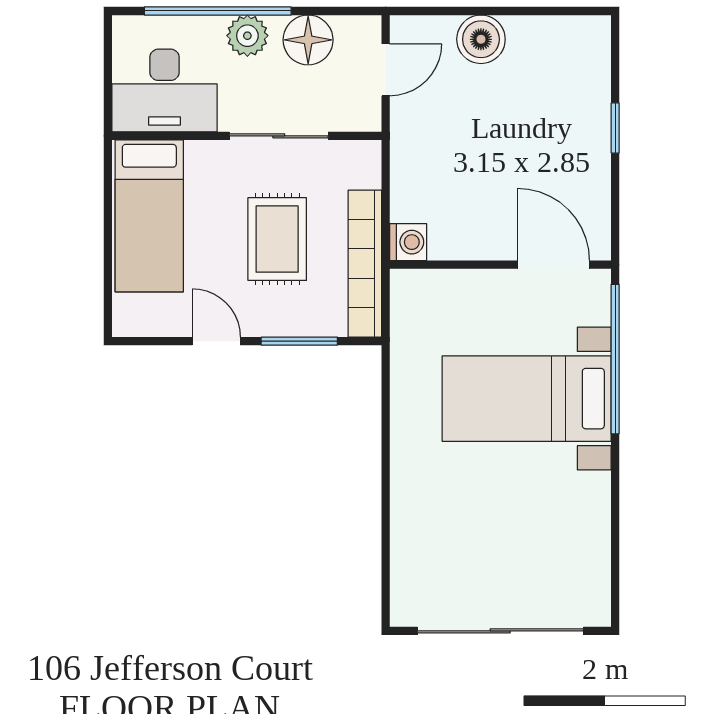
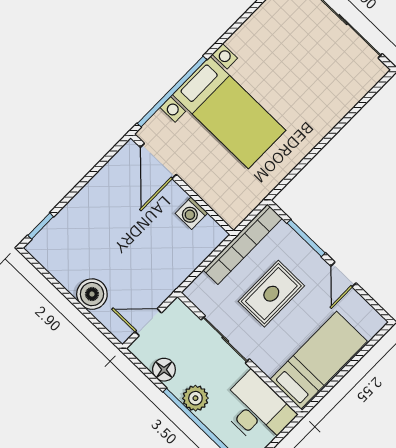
floor lamp: (308, 40) -> (164, 370), width x0.73, depth x0.73
window: (615, 128) -> (41, 226), moved
washing machine: (408, 242) -> (192, 213), moved, turned -90

